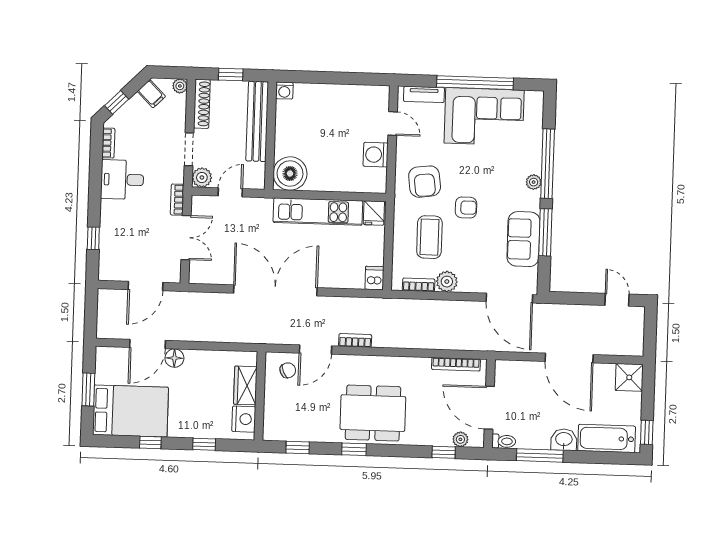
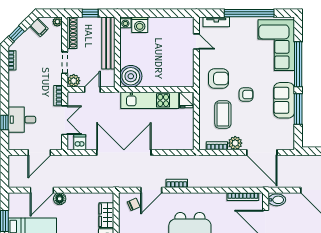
corner sofa: (484, 117) -> (276, 45), moved, turned 90
washing machine: (376, 155) -> (140, 25), moved, turned -90
desk: (122, 180) -> (22, 120), moved
armchair: (425, 182) -> (219, 79), turned -83
plant: (534, 182) -> (289, 77), removed
sofa: (523, 239) -> (284, 100), moved
dishwasher: (374, 278) -> (80, 142), moved
door: (509, 298) -> (262, 153), moved
bidet: (508, 371) -> (277, 200), added

